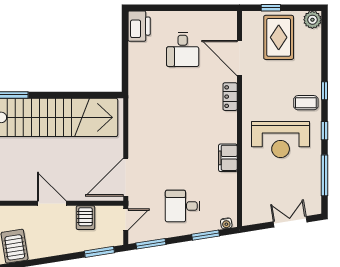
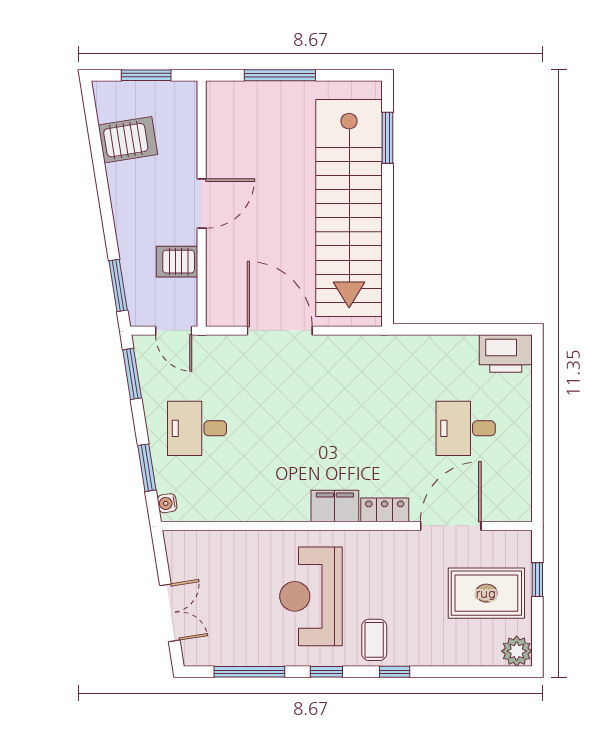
filing cabinet: (228, 158) -> (335, 506), moved
door: (126, 177) -> (280, 331), moved
desk: (183, 206) -> (197, 428), turned -90

